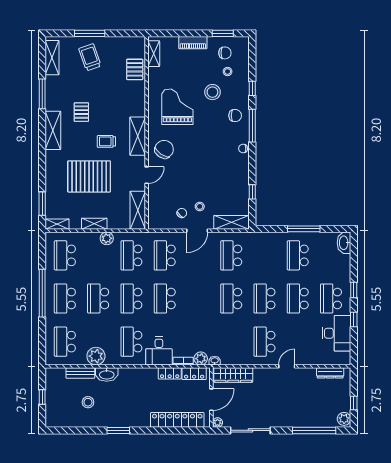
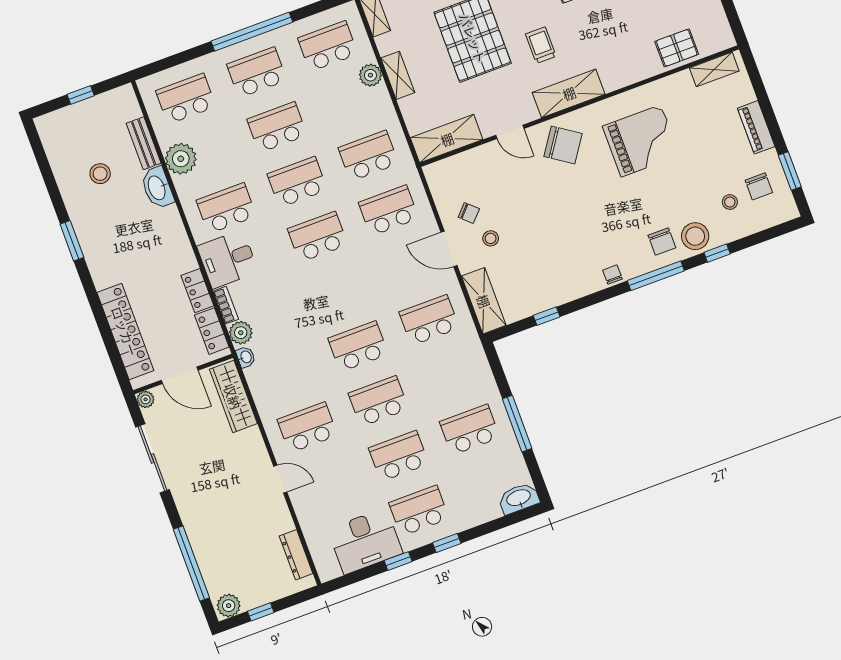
stool: (212, 92) -> (695, 236), moved
plant: (107, 238) -> (370, 75), moved

